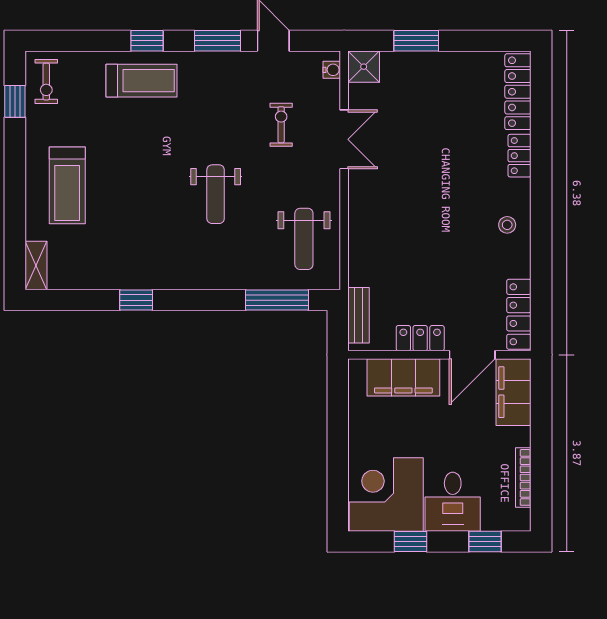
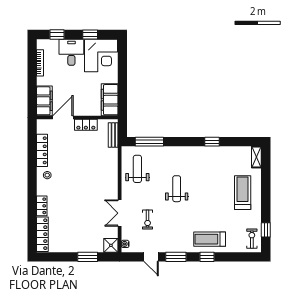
locker: (519, 314) -> (42, 150), moved
filing cabinet: (403, 377) -> (110, 100), moved, turned -90

